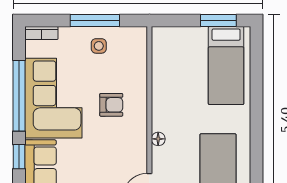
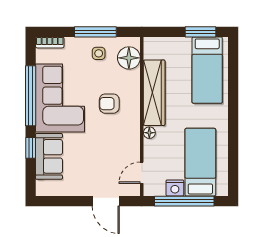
floor lamp: (134, 51) -> (129, 58), added
wardrobe: (164, 92) -> (154, 93), added
armchair: (111, 105) -> (109, 104), turned 180

